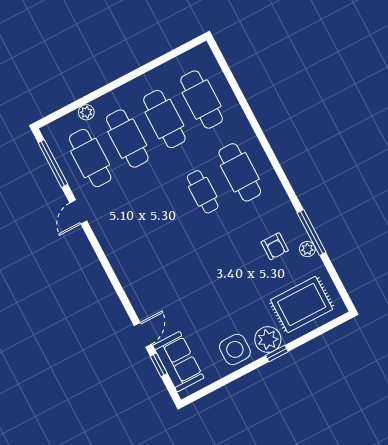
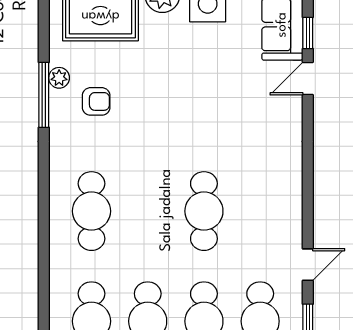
cafe table: (203, 192) -> (204, 211), moved, width x1.37, depth x1.35
armchair: (275, 246) -> (96, 101), turned 90

